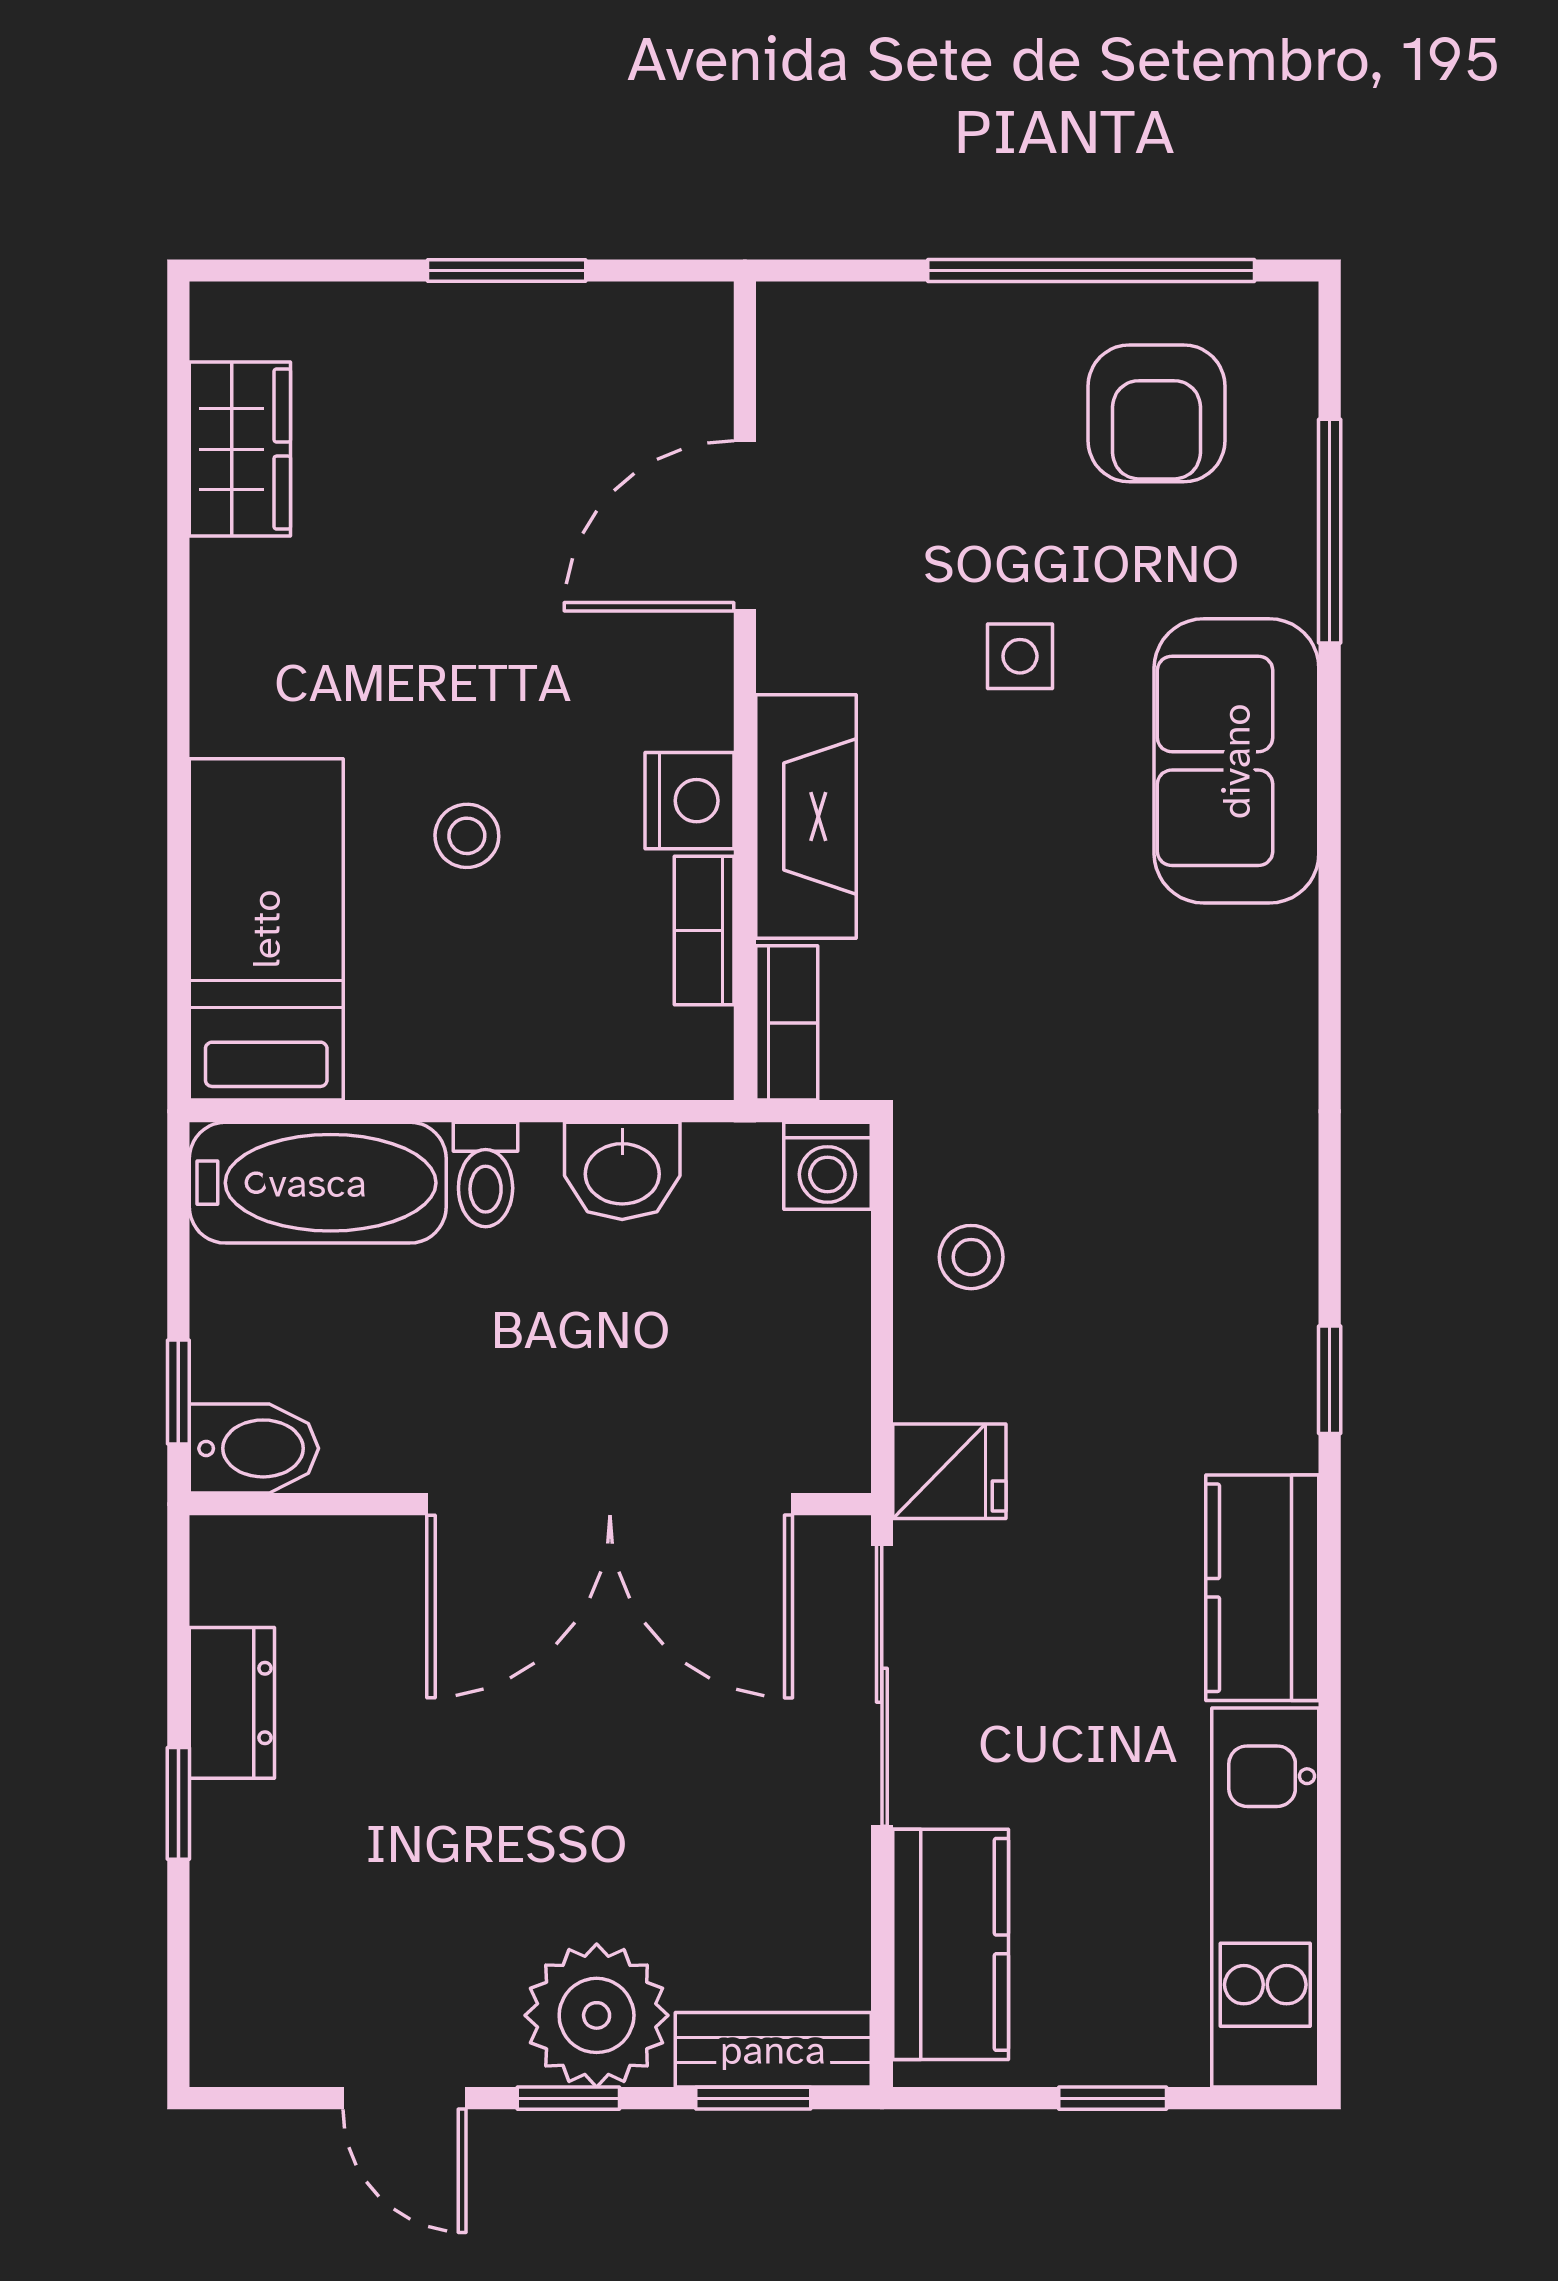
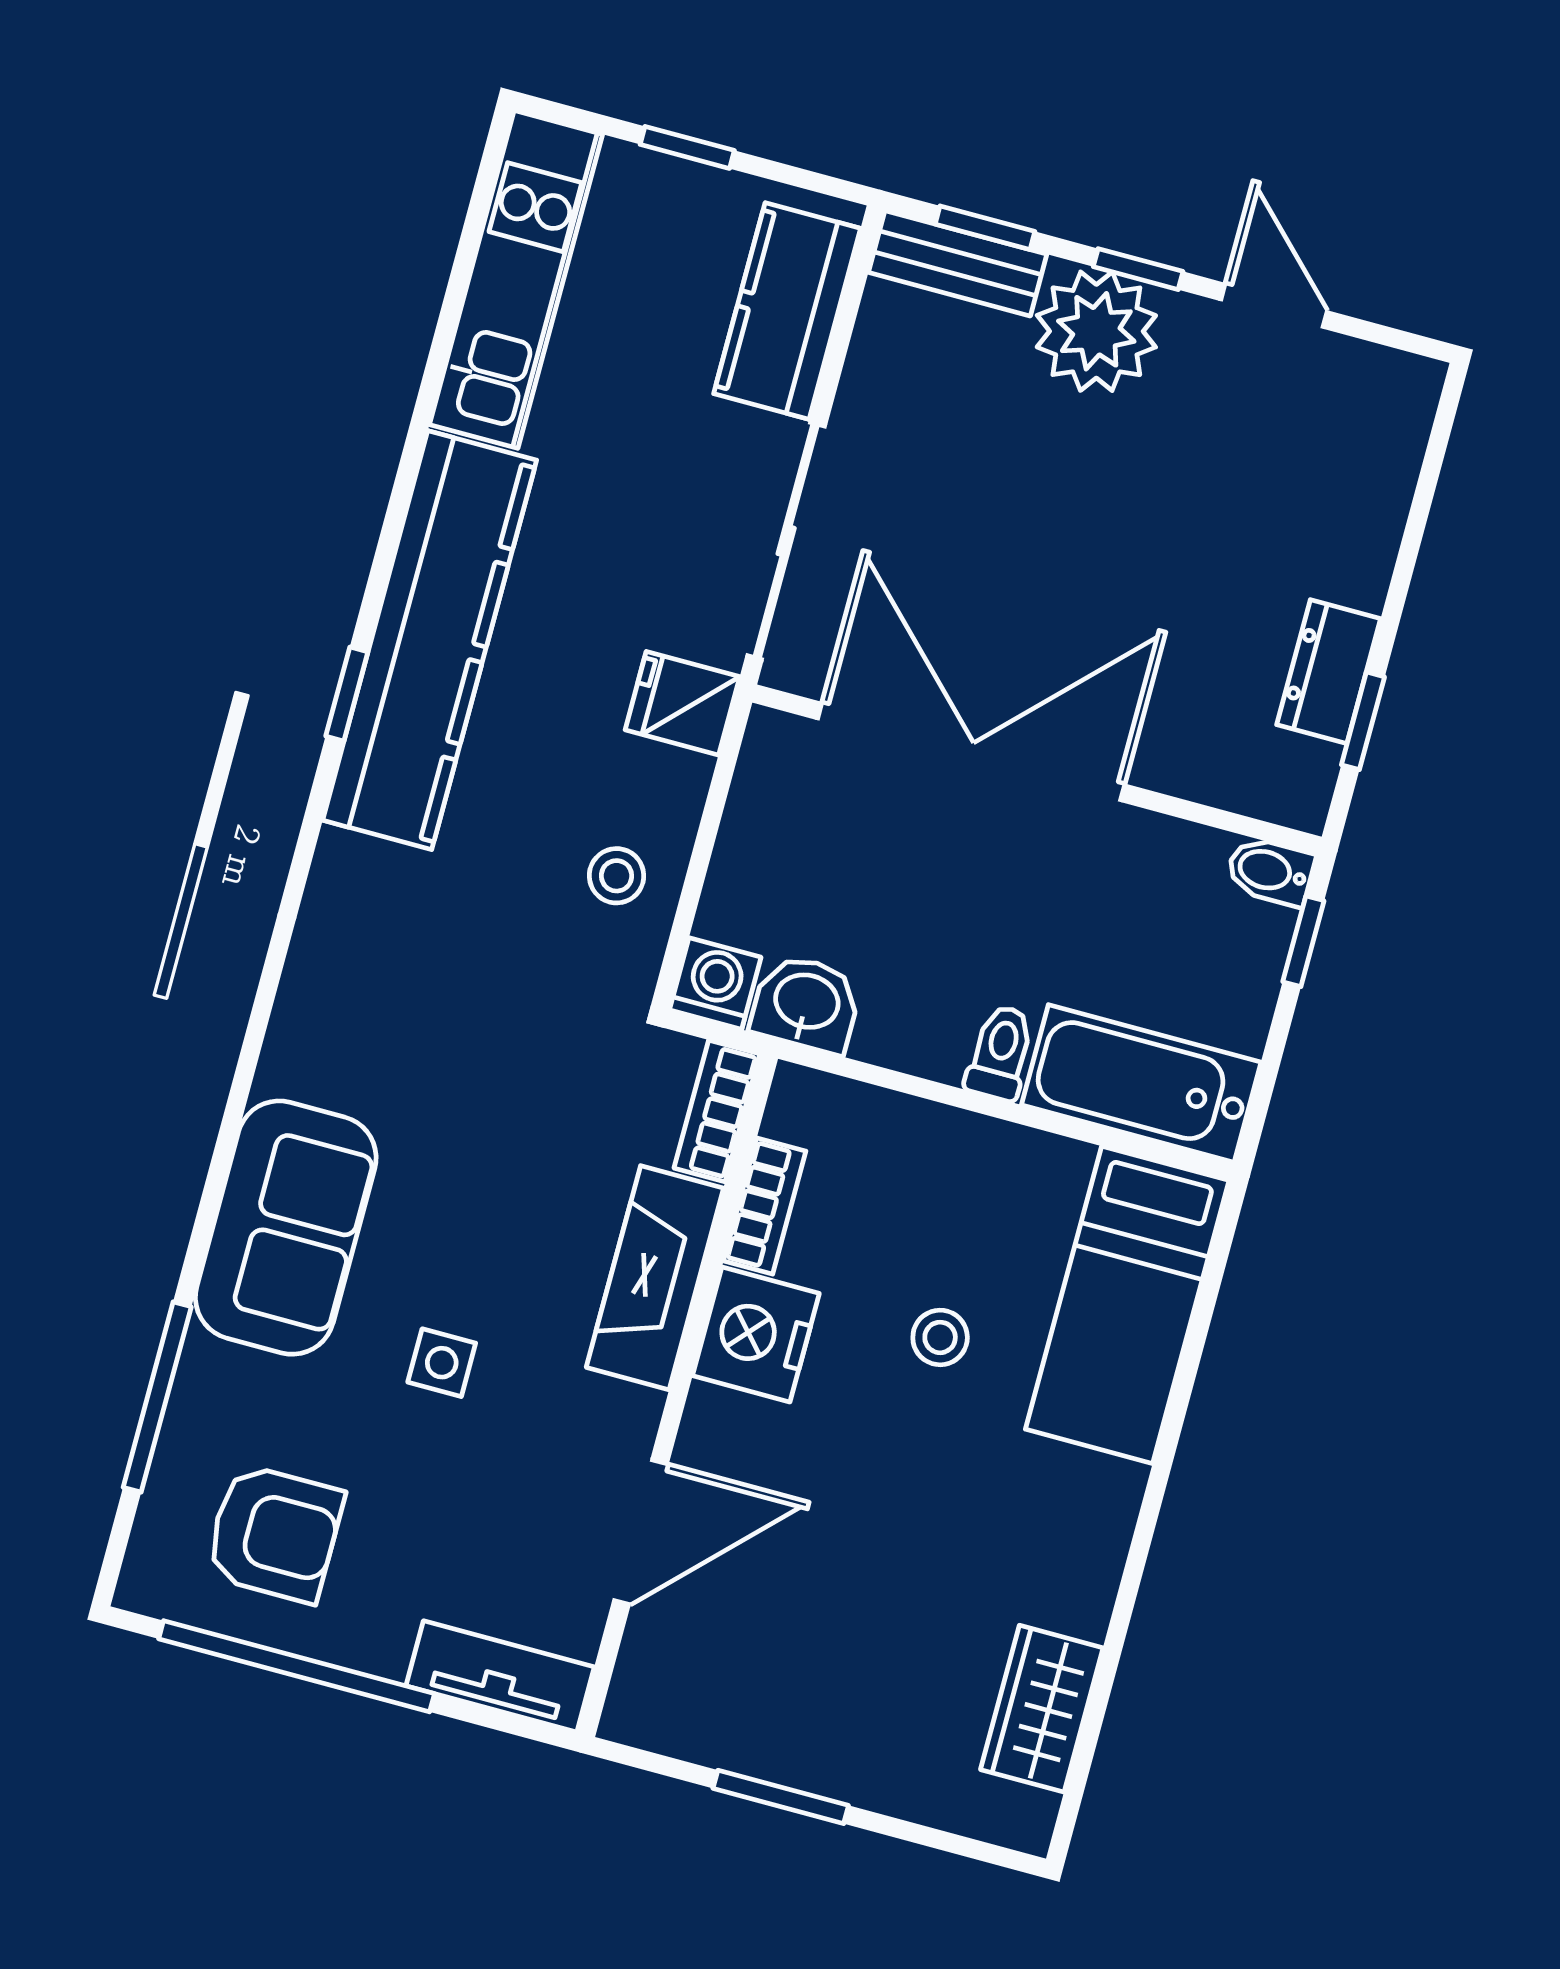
tv unit: (859, 321) -> (500, 1676), added
armchair: (1156, 413) -> (274, 1533), turned 90
nightstand: (690, 801) -> (756, 1335), width x1.36, depth x1.33
washbasin: (622, 1171) -> (806, 1004), moved
bidet: (254, 1448) -> (1270, 871), width x0.72, depth x0.74
kitchen counter: (1262, 1588) -> (430, 640), width x2.08, depth x1.17
window: (178, 1803) -> (1363, 721), moved

